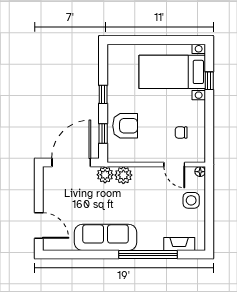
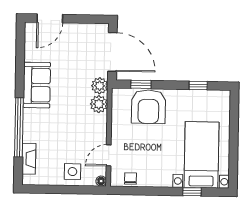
window: (103, 94) -> (198, 85), moved
armchair: (125, 126) -> (148, 107), width x1.36, depth x1.36
chair: (181, 132) -> (130, 178), moved
sofa: (106, 237) -> (37, 85), width x0.73

